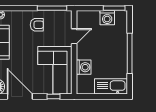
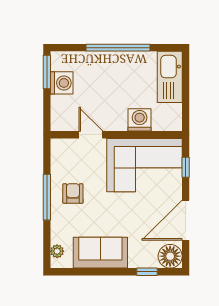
window: (52, 8) -> (47, 197), moved

